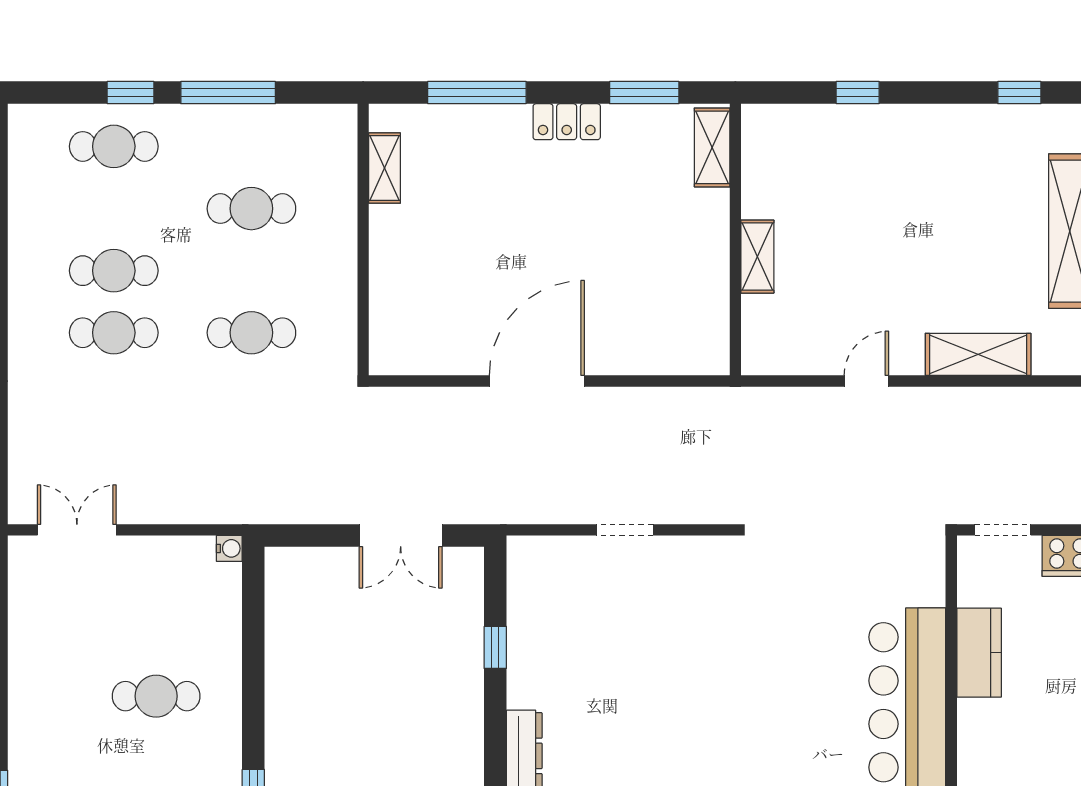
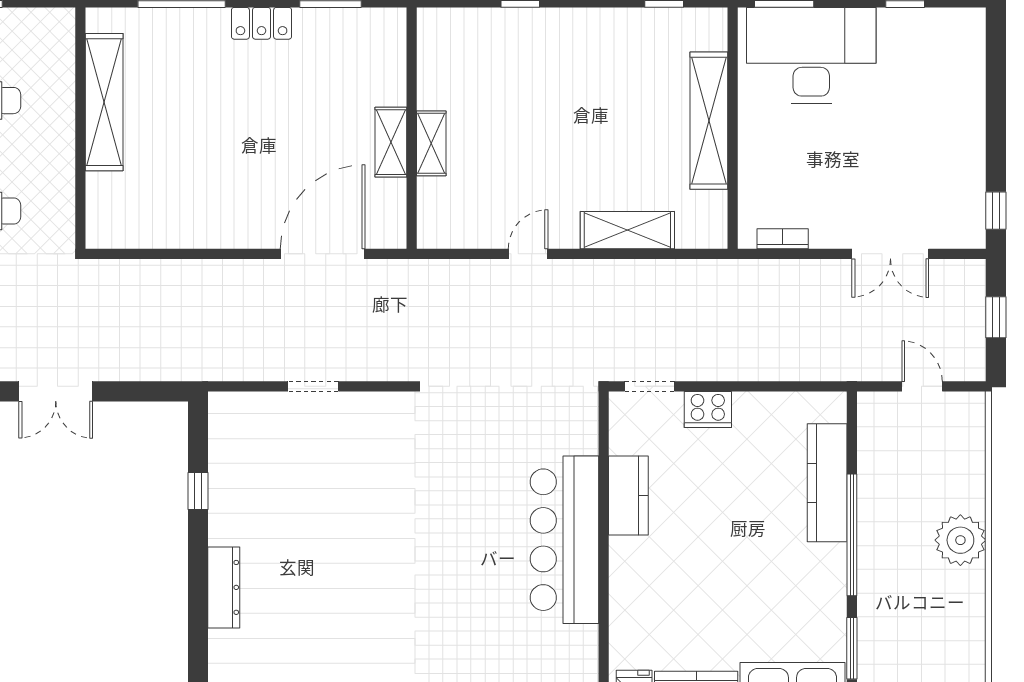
shelving: (712, 147) -> (391, 142), moved
shelving: (385, 168) -> (104, 102), width x2.20, depth x1.33
door: (537, 381) -> (323, 254), moved
double door: (401, 535) -> (56, 391), moved

